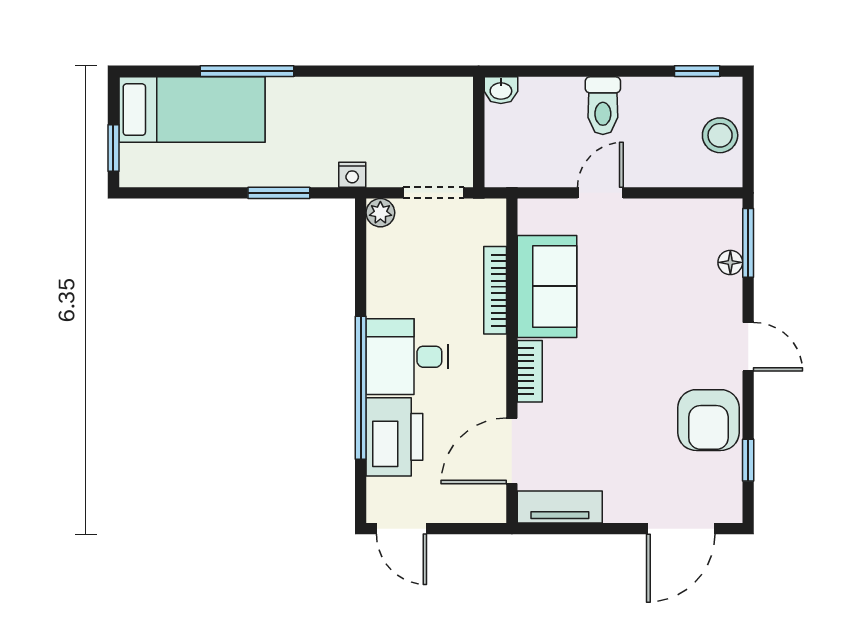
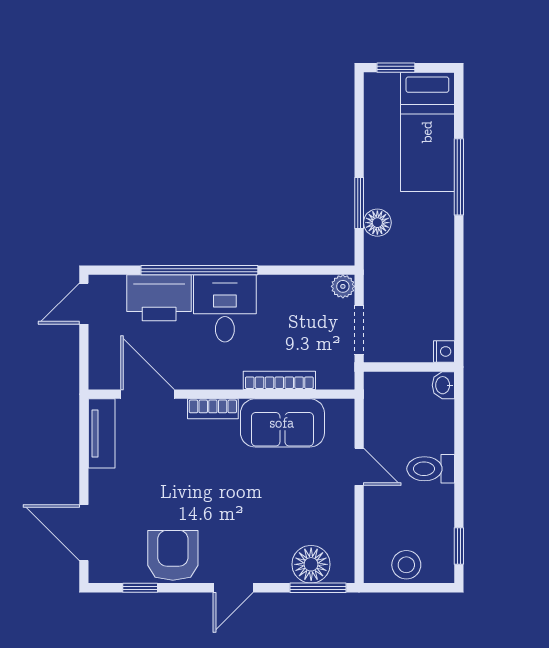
floor lamp: (303, 171) -> (377, 223), added
nightstand: (352, 175) -> (444, 351), moved, turned 180
floor lamp: (730, 262) -> (311, 564), width x1.89, depth x1.89
armchair: (708, 420) -> (173, 555), turned 90

